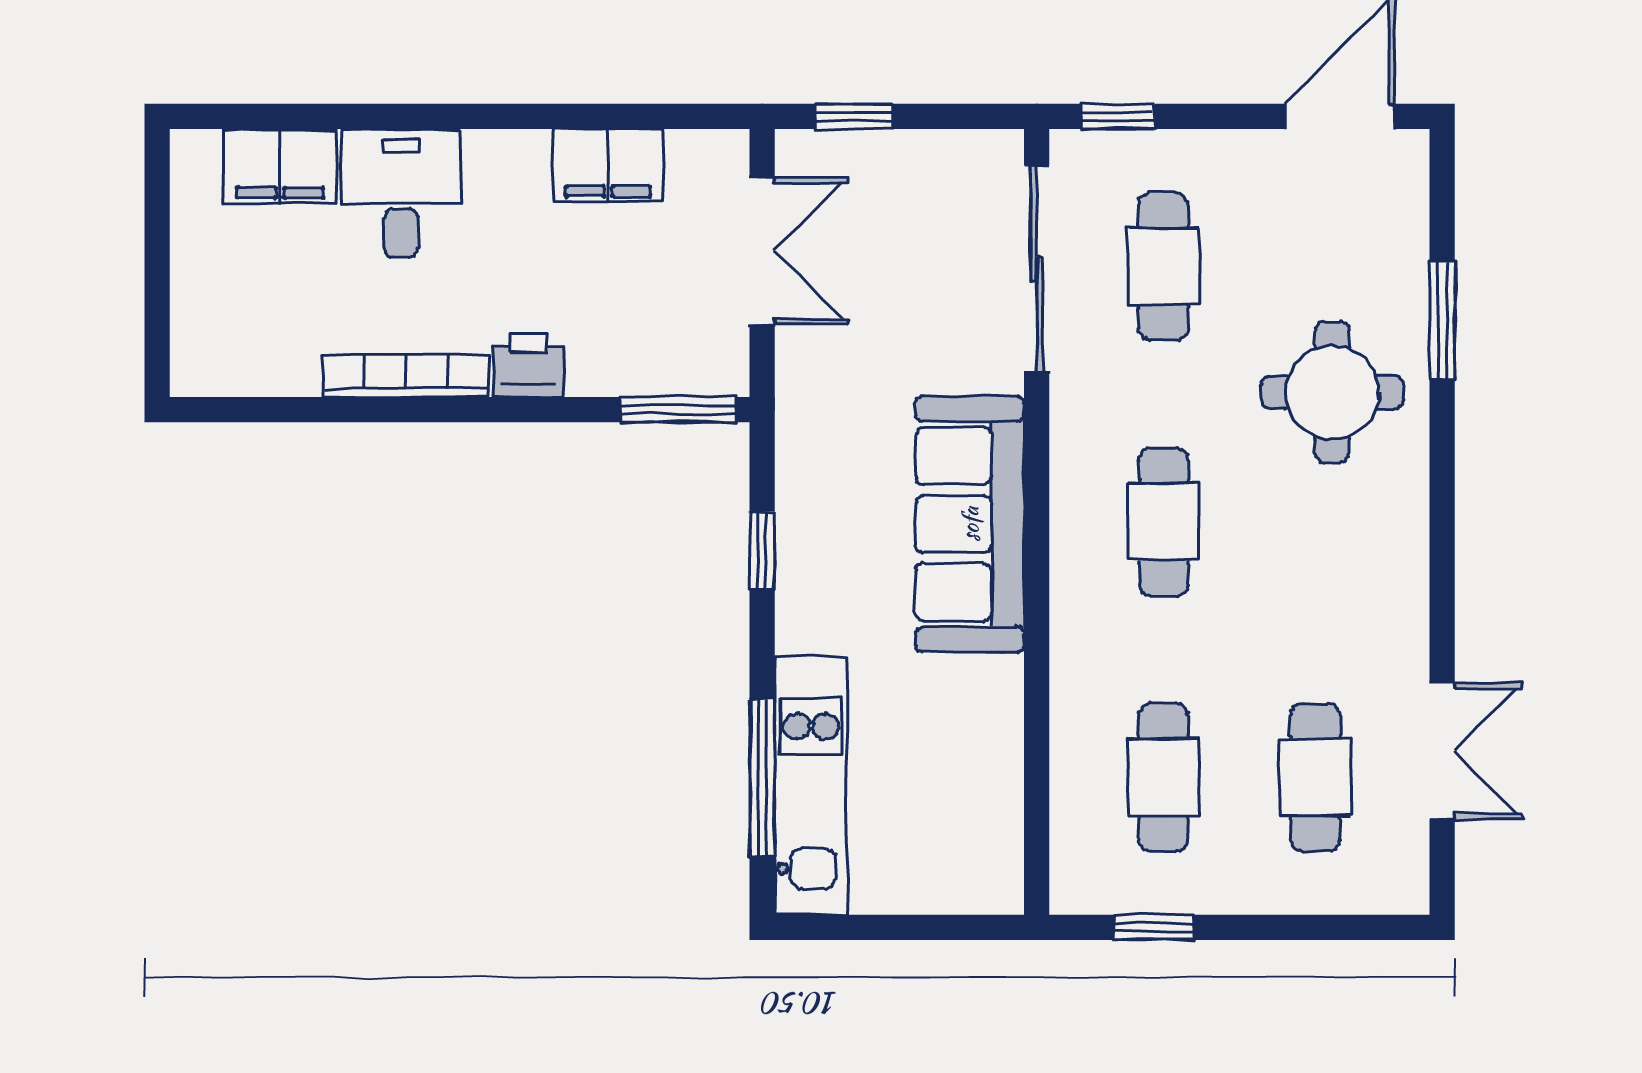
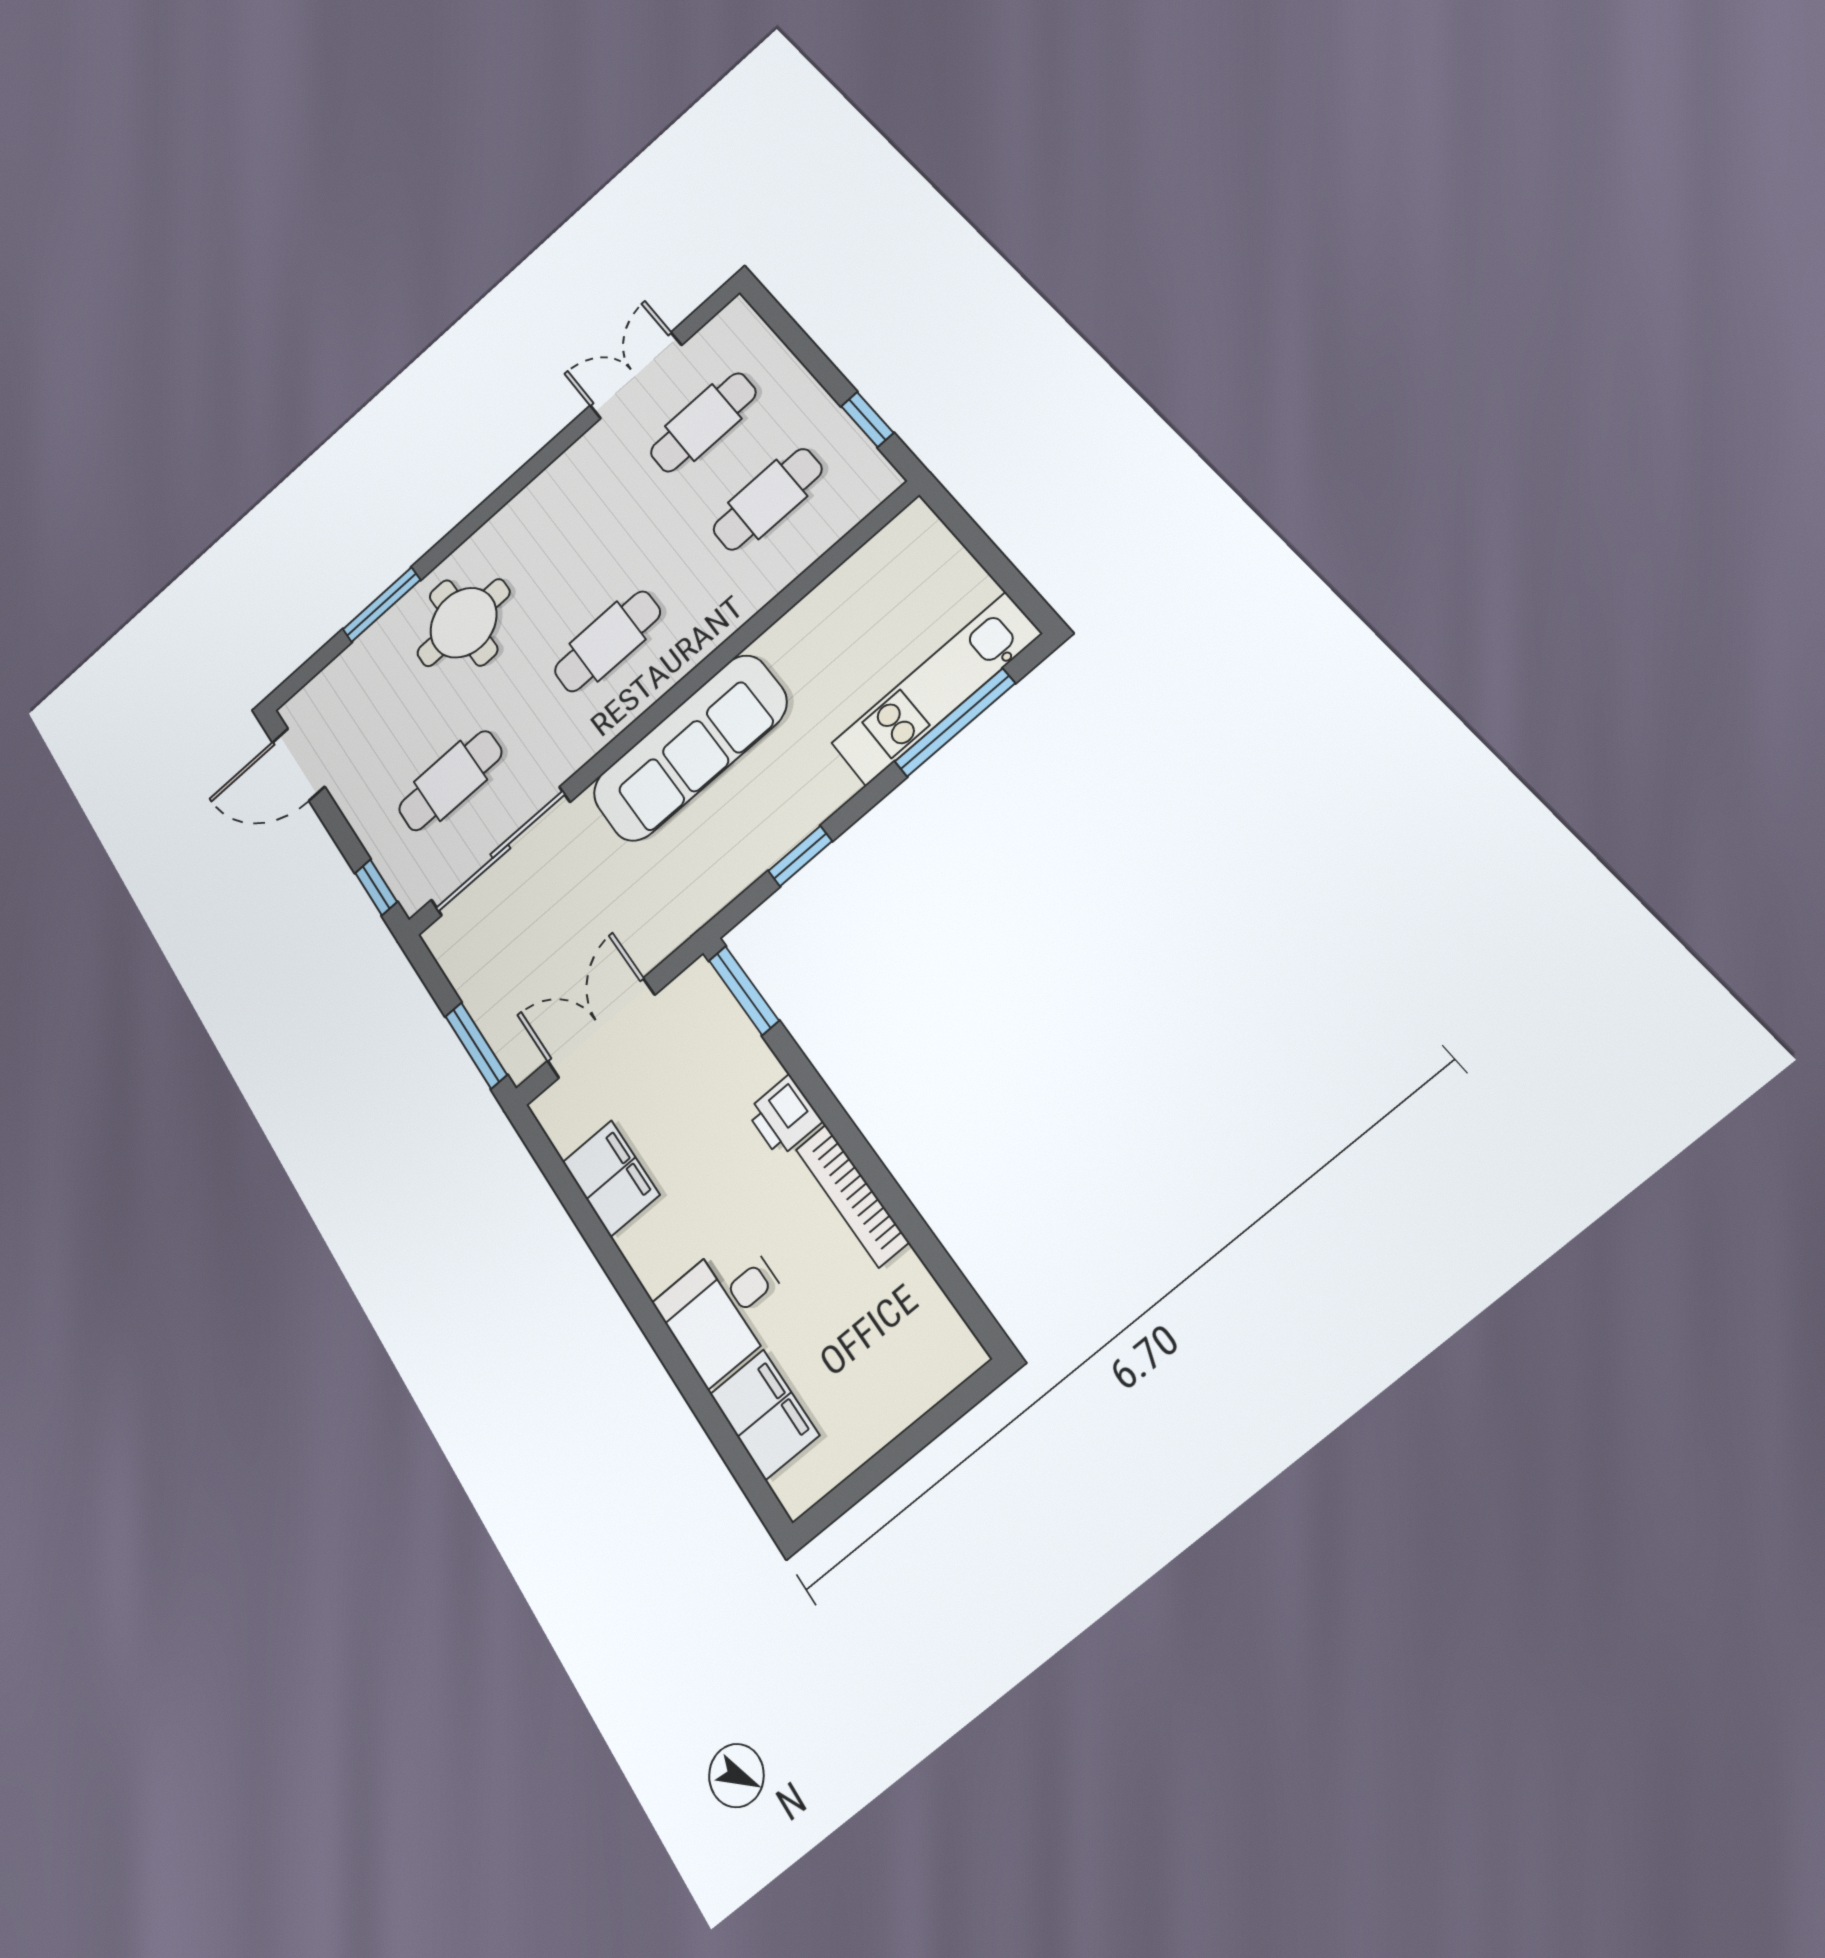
window: (854, 116) -> (476, 1045), width x1.50

